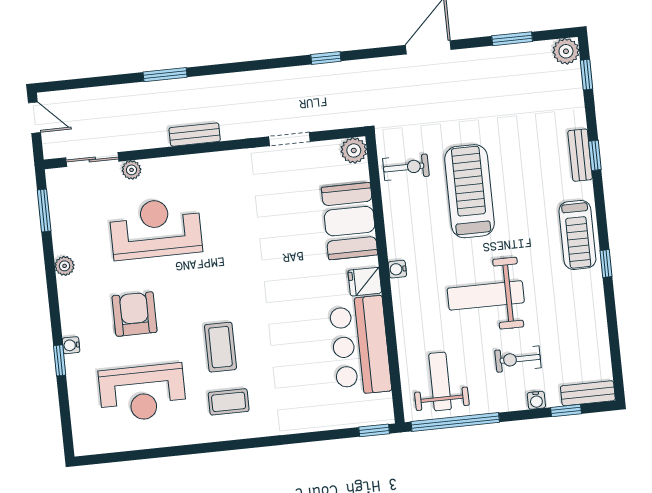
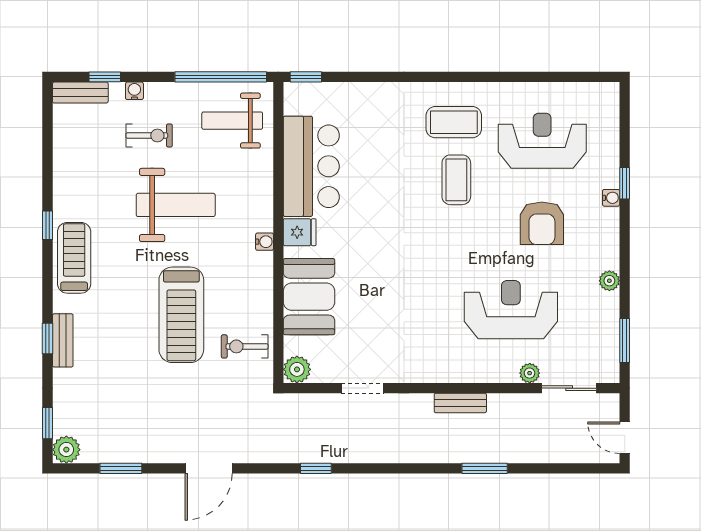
reception desk: (156, 229) -> (511, 310), turned 180
weight bench: (440, 381) -> (232, 121), turned 90
coffee table: (229, 402) -> (454, 122), width x1.36, depth x1.30

